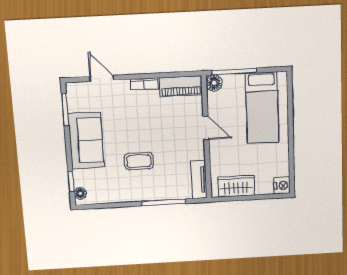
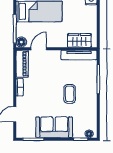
door: (206, 128) -> (39, 49), moved
tv unit: (199, 180) -> (79, 55), width x1.41
wardrobe: (236, 186) -> (79, 40), moved, turned 90

